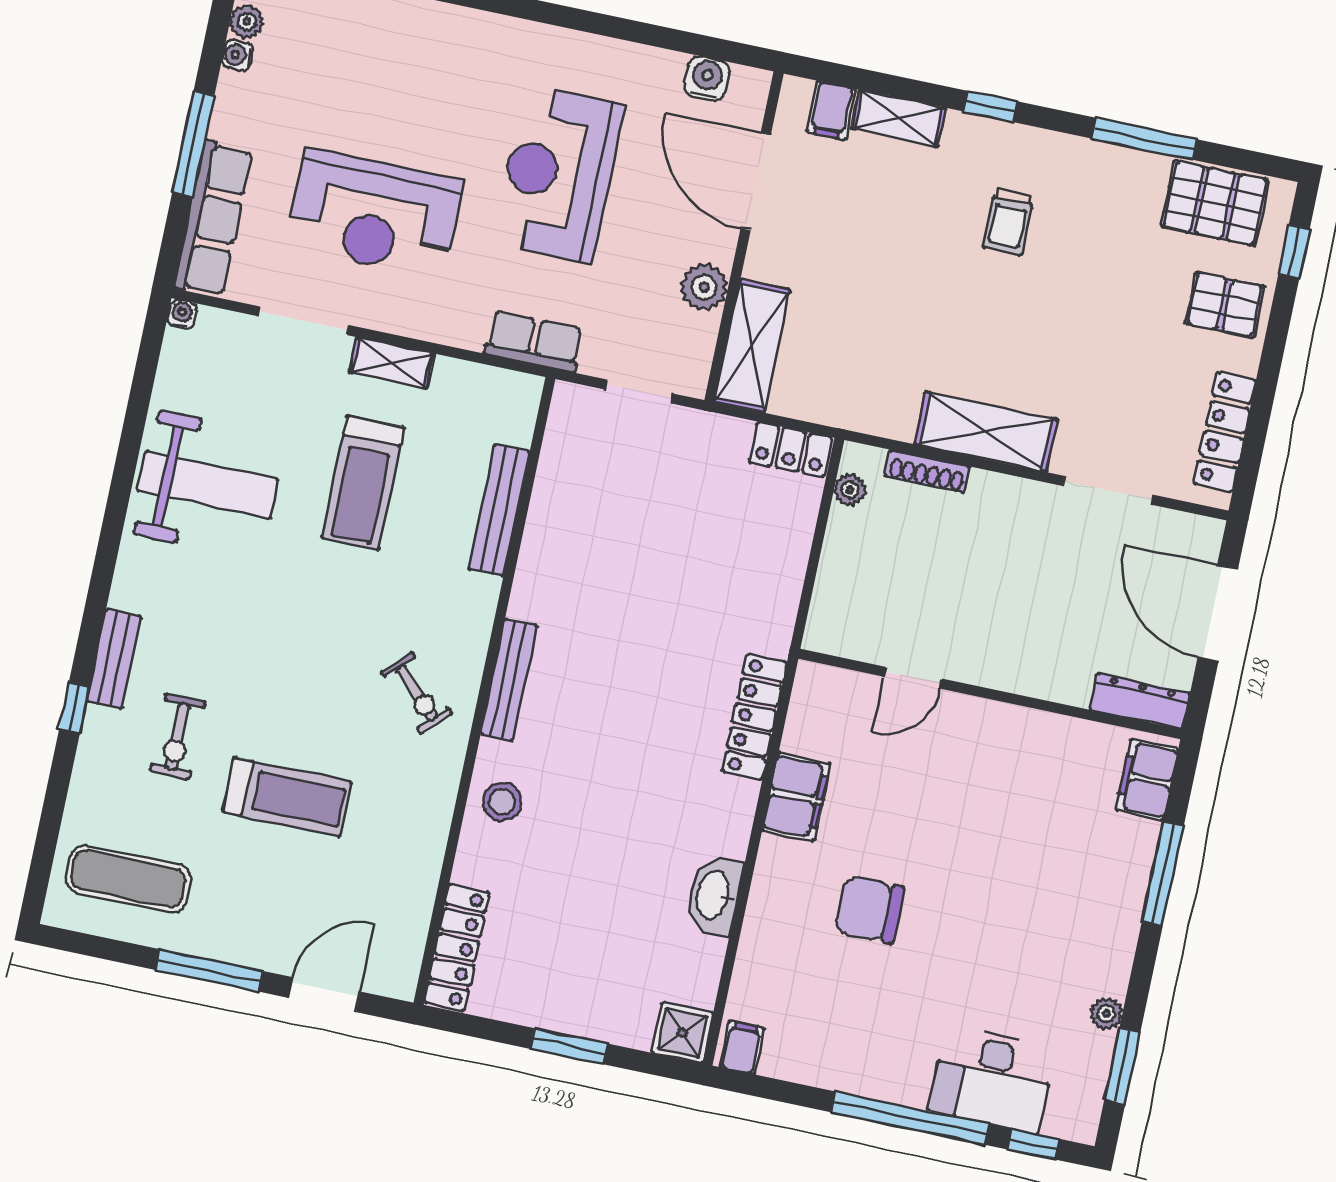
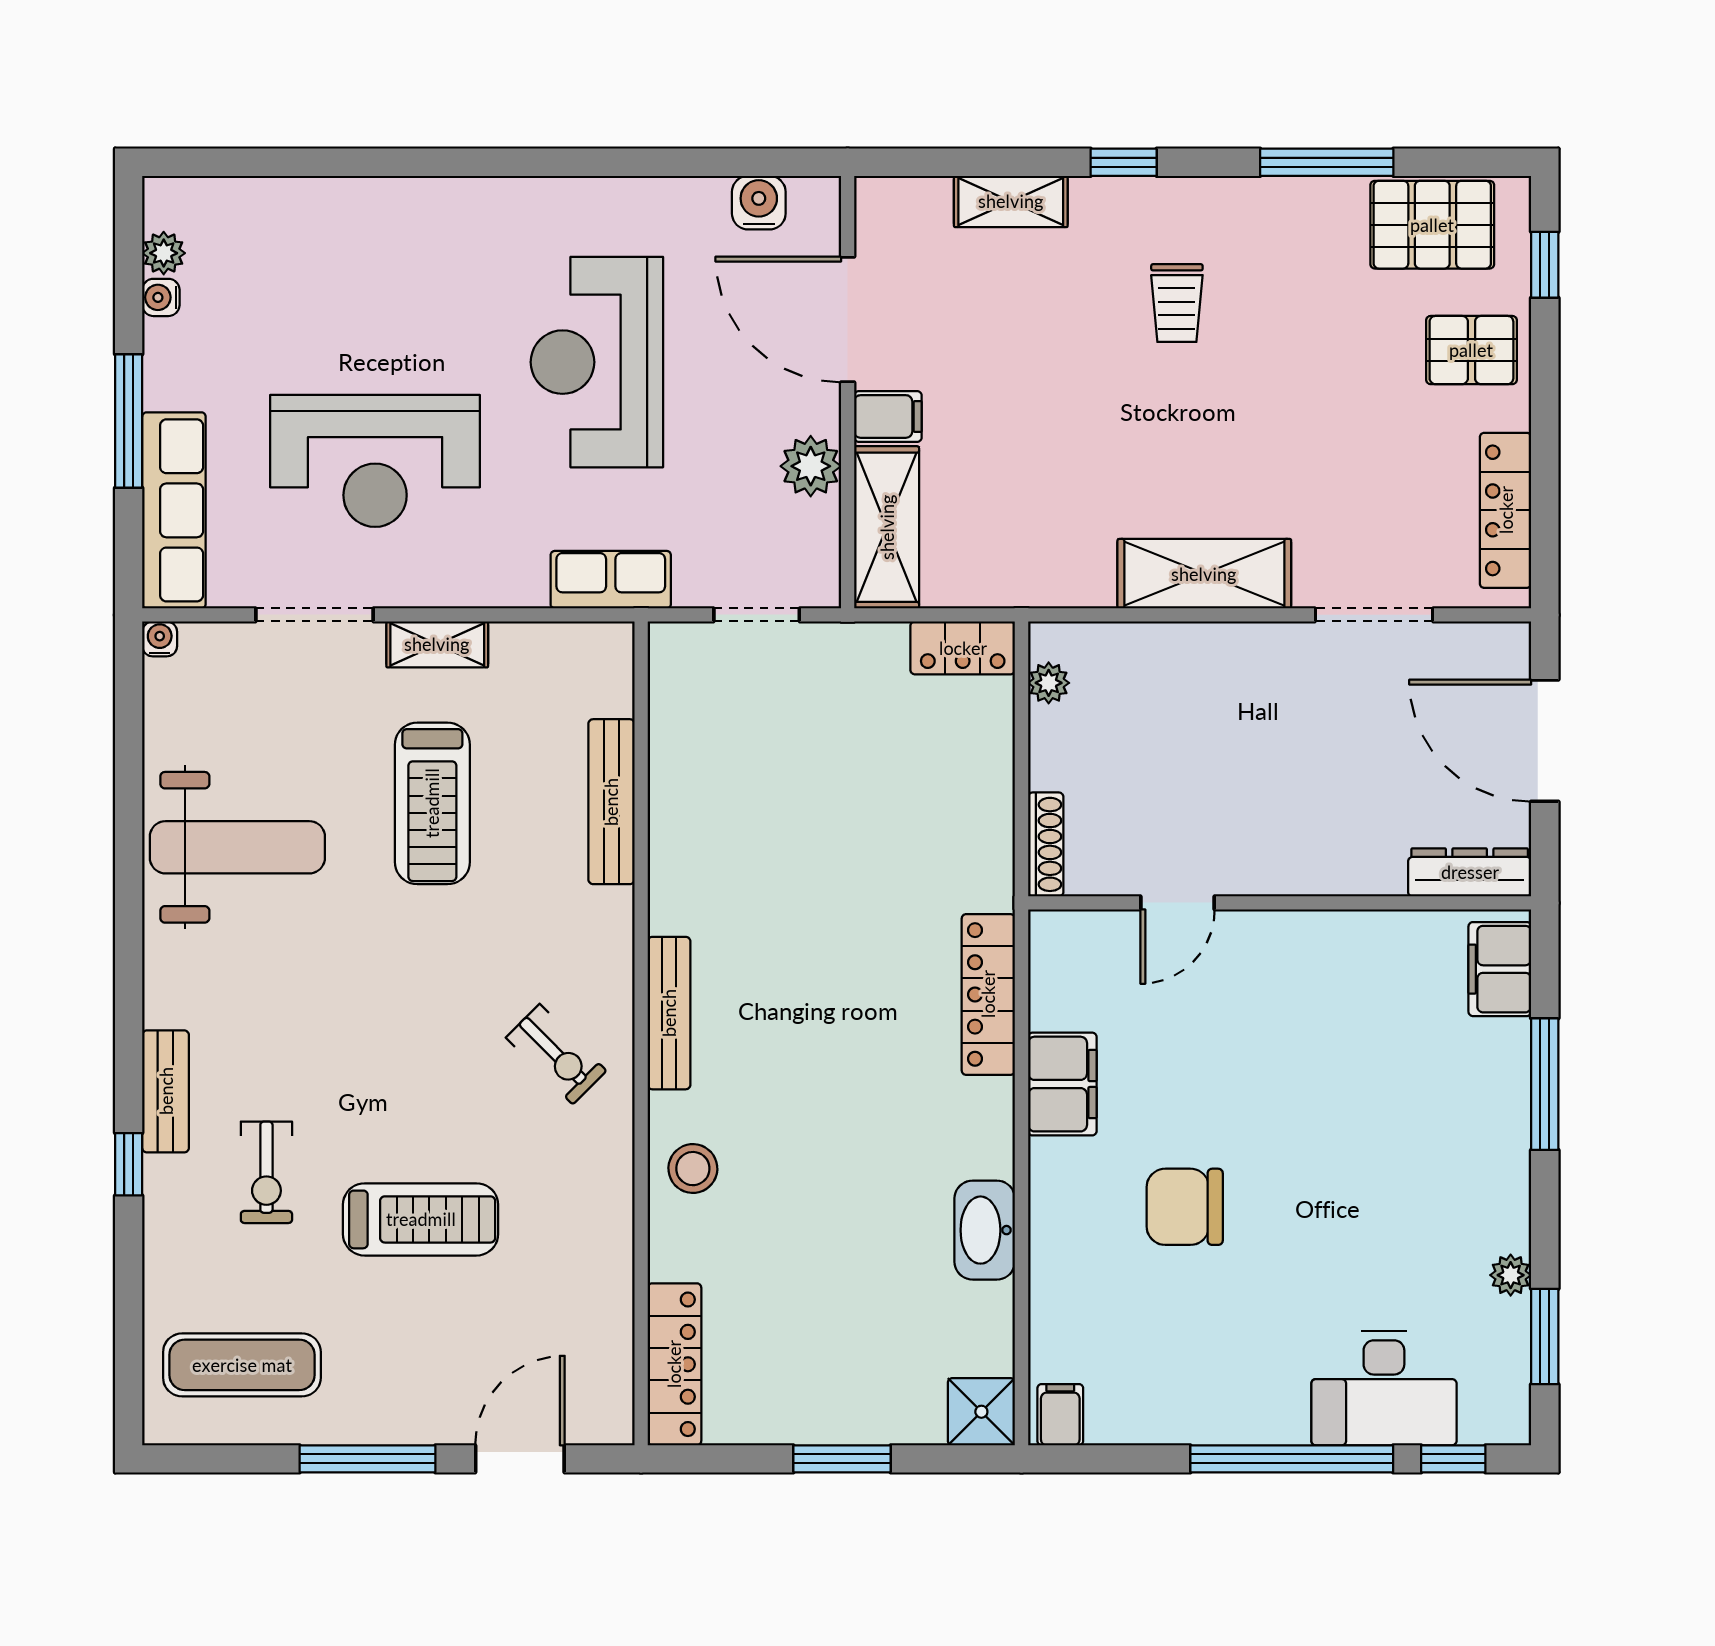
filing cabinet: (831, 111) -> (888, 416), moved, turned -90
shoe rack: (927, 471) -> (1046, 844), moved, turned -90

